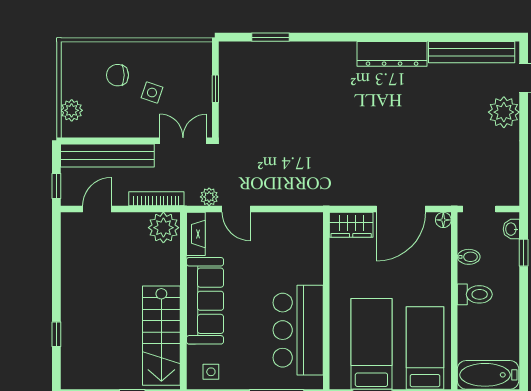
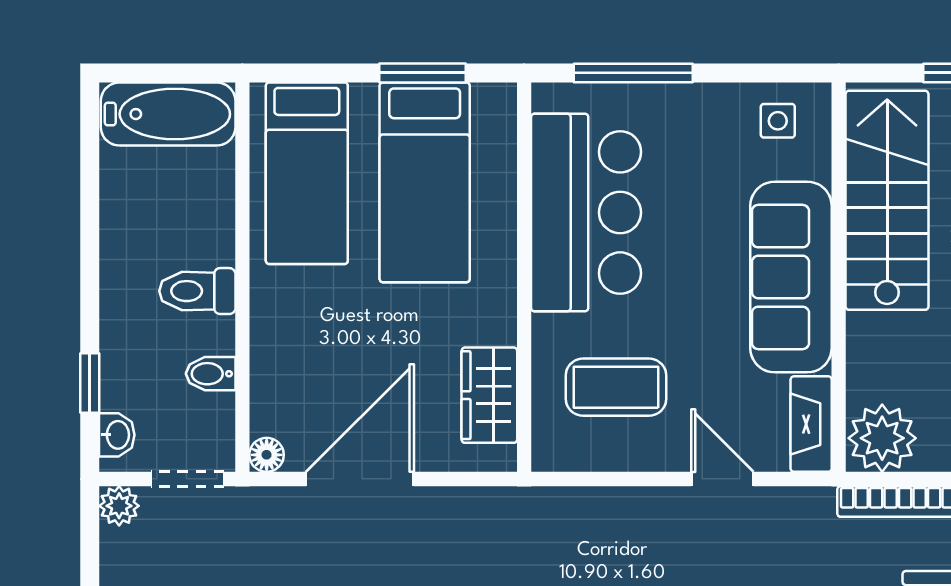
plant: (209, 197) -> (119, 506), moved
wardrobe: (351, 225) -> (489, 395), moved, turned -90
coffee table: (284, 251) -> (616, 387), added

